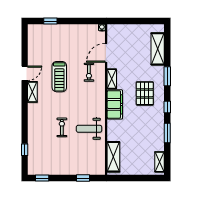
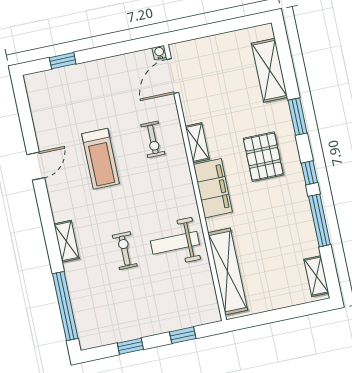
door: (106, 53) -> (173, 76), moved
shelving: (32, 92) -> (67, 241), moved
window: (167, 133) -> (319, 220), width x1.44
window: (25, 150) -> (65, 306), width x3.17
shelving: (113, 157) -> (228, 272), width x1.47
window: (42, 178) -> (130, 346), moved

